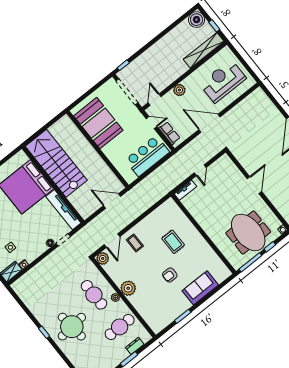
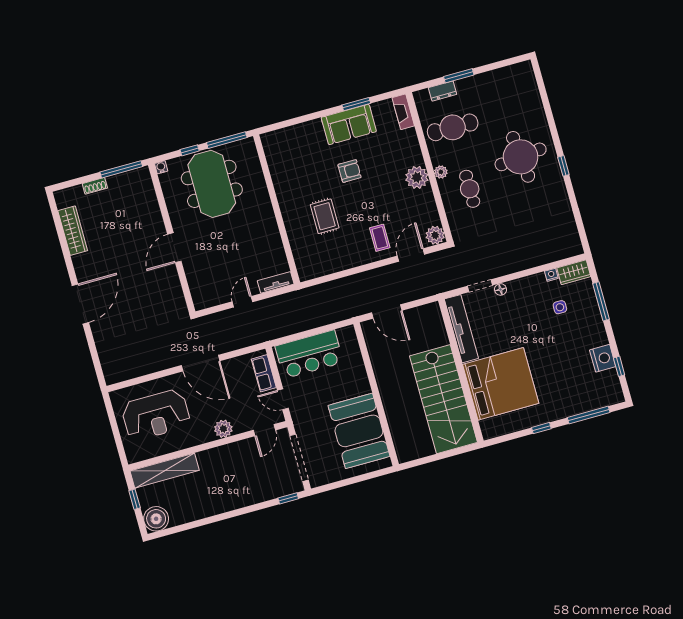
sofa: (200, 288) -> (349, 124), moved
cafe table: (94, 295) -> (470, 189), width x0.73, depth x0.74
fireplace: (153, 324) -> (403, 112), added

